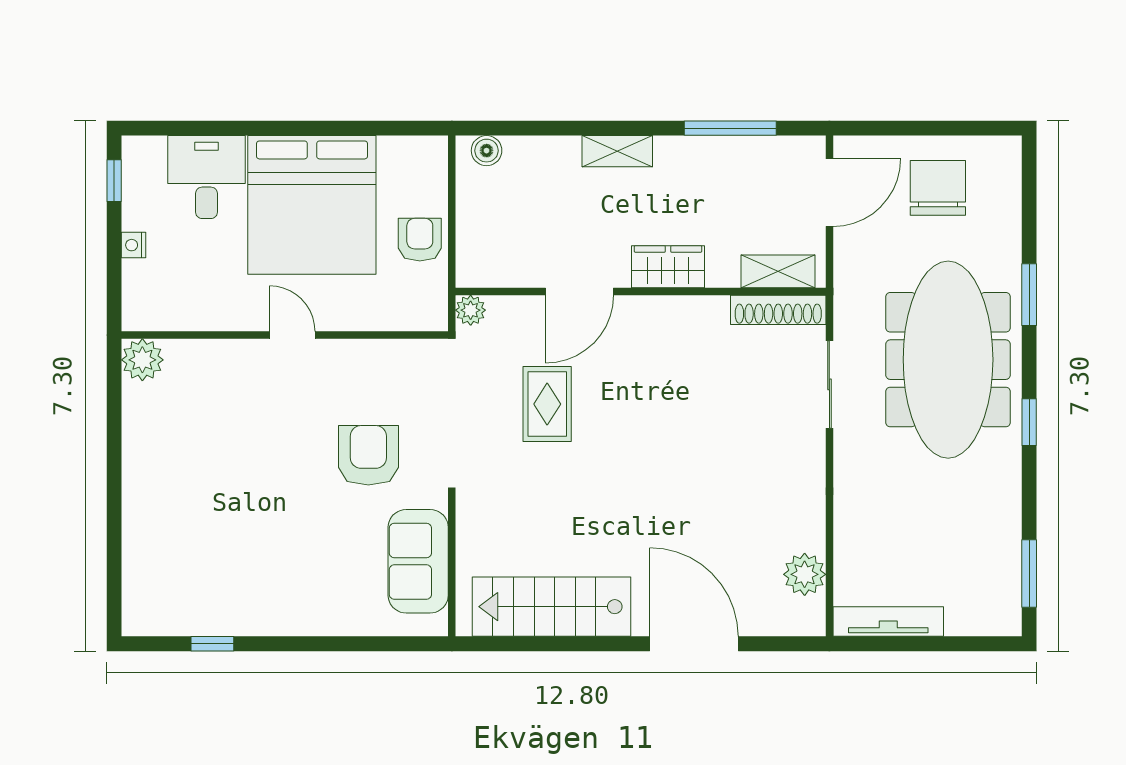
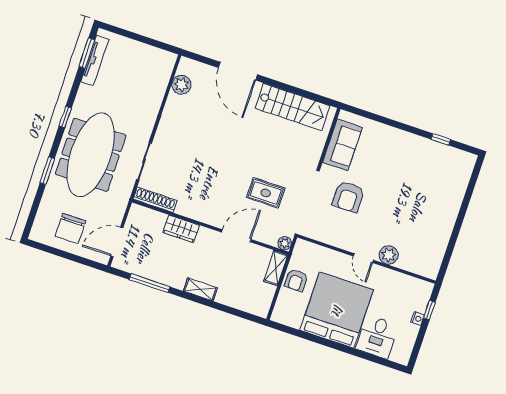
boiler: (487, 151) -> (255, 308), removed
window: (114, 181) -> (429, 310), moved
wardrobe: (668, 267) -> (181, 229), moved
shelving: (778, 271) -> (276, 268), moved, turned 90
plant: (142, 360) -> (389, 255), moved
rug: (547, 404) -> (266, 193), turned 90
tv unit: (888, 622) -> (95, 60), moved, turned -90

